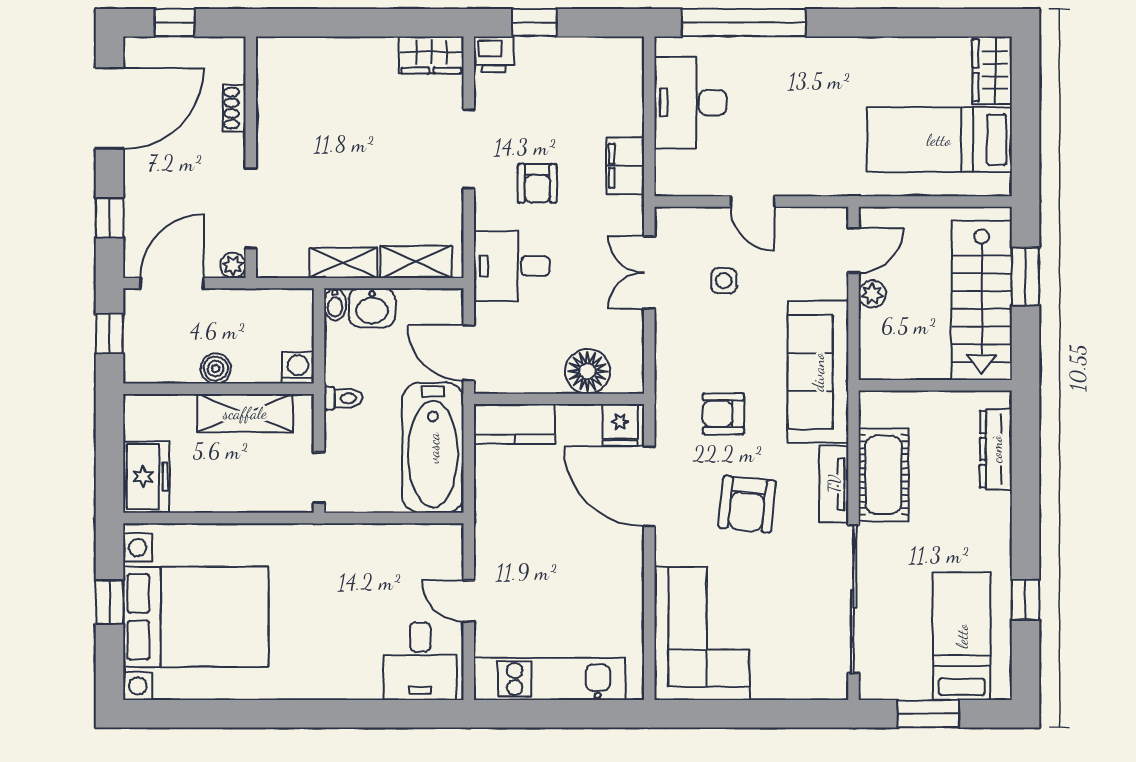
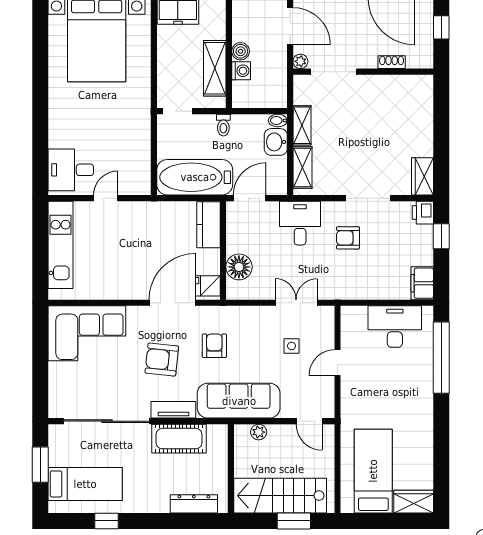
filing cabinet: (625, 166) -> (422, 283), moved, turned -90
plant: (872, 294) -> (259, 432), moved
washing machine: (298, 368) -> (241, 71), moved

